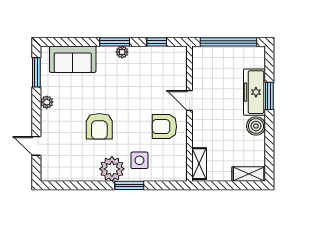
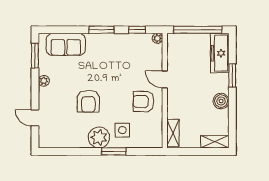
plant: (122, 52) -> (158, 38), moved
freezer: (254, 92) -> (220, 53), moved

